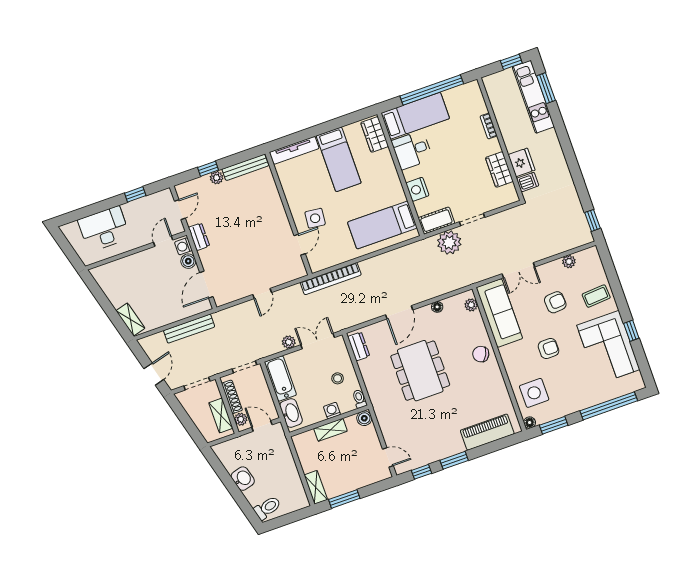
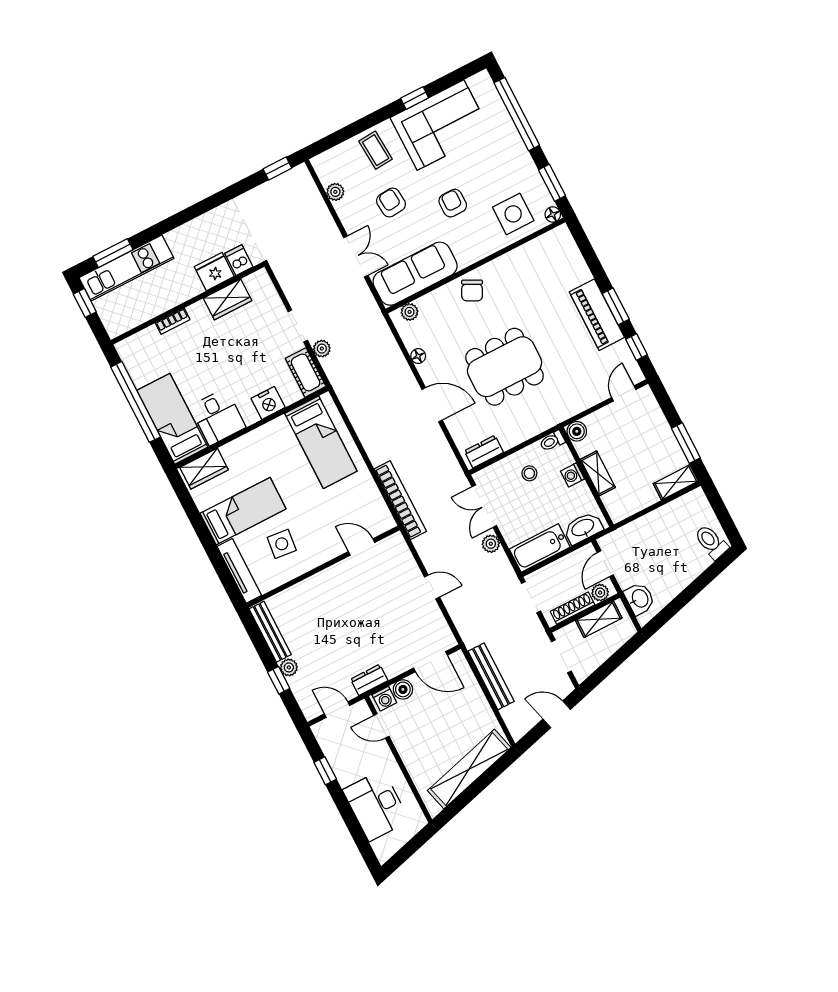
side table: (315, 218) -> (282, 544), moved
plant: (449, 242) -> (322, 349), width x0.53, depth x0.53
shelving: (130, 319) -> (469, 769), width x2.20, depth x1.33
piano: (487, 432) -> (597, 315), moved
washbasin: (243, 479) -> (639, 599), moved, turned 105

